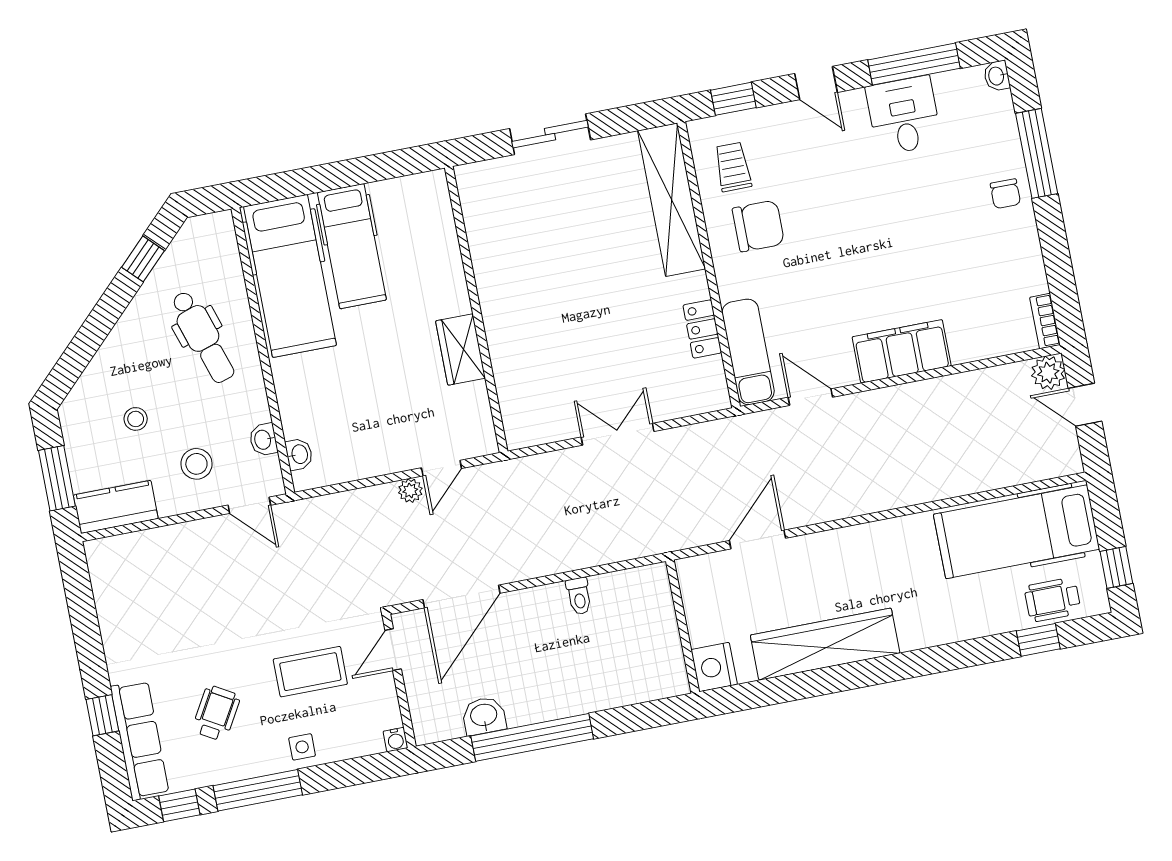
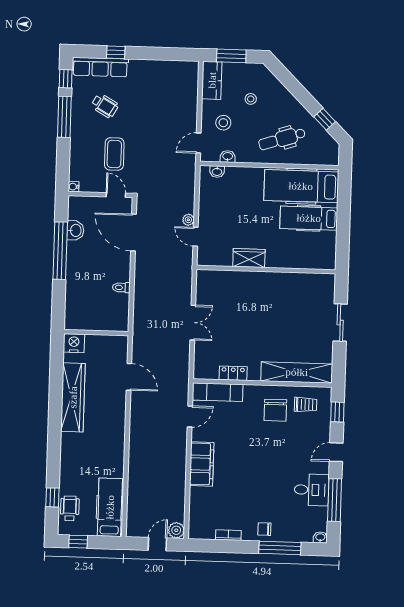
bookcase: (1045, 321) -> (228, 535), moved
hospital bed: (1017, 532) -> (110, 507), width x0.73, depth x0.78
side table: (302, 747) -> (80, 142), removed

